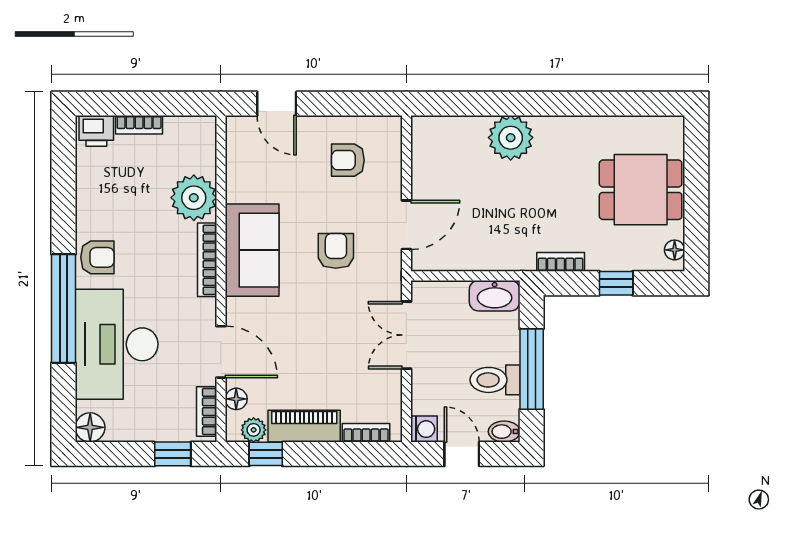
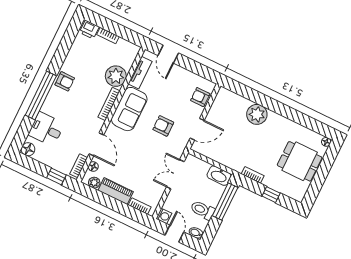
armchair: (348, 160) -> (200, 97), moved
tv unit: (238, 168) -> (140, 73), added
floor lamp: (675, 250) -> (326, 142), moved
armchair: (336, 251) -> (163, 126), turned -90
desk: (117, 344) -> (46, 129), width x0.53, depth x0.77
window: (532, 369) -> (225, 202), moved
window: (266, 454) -> (94, 195), removed

